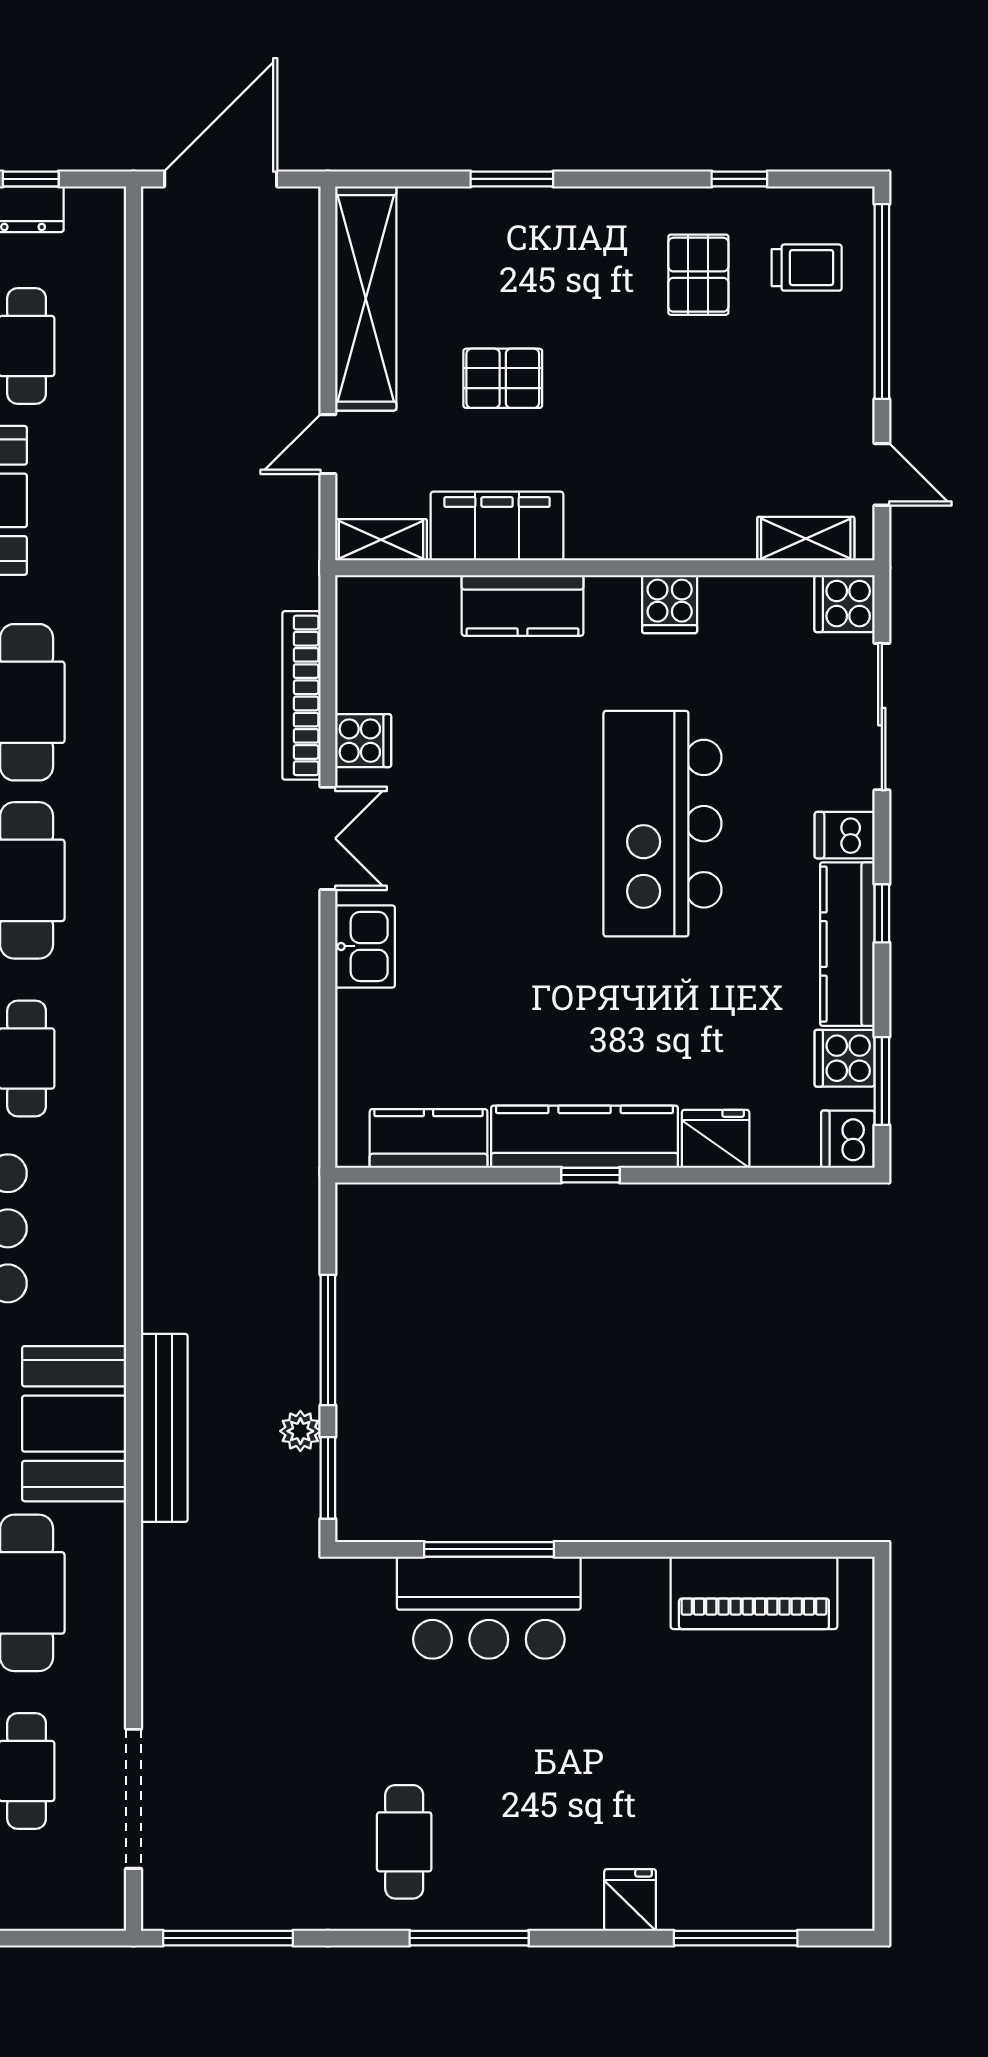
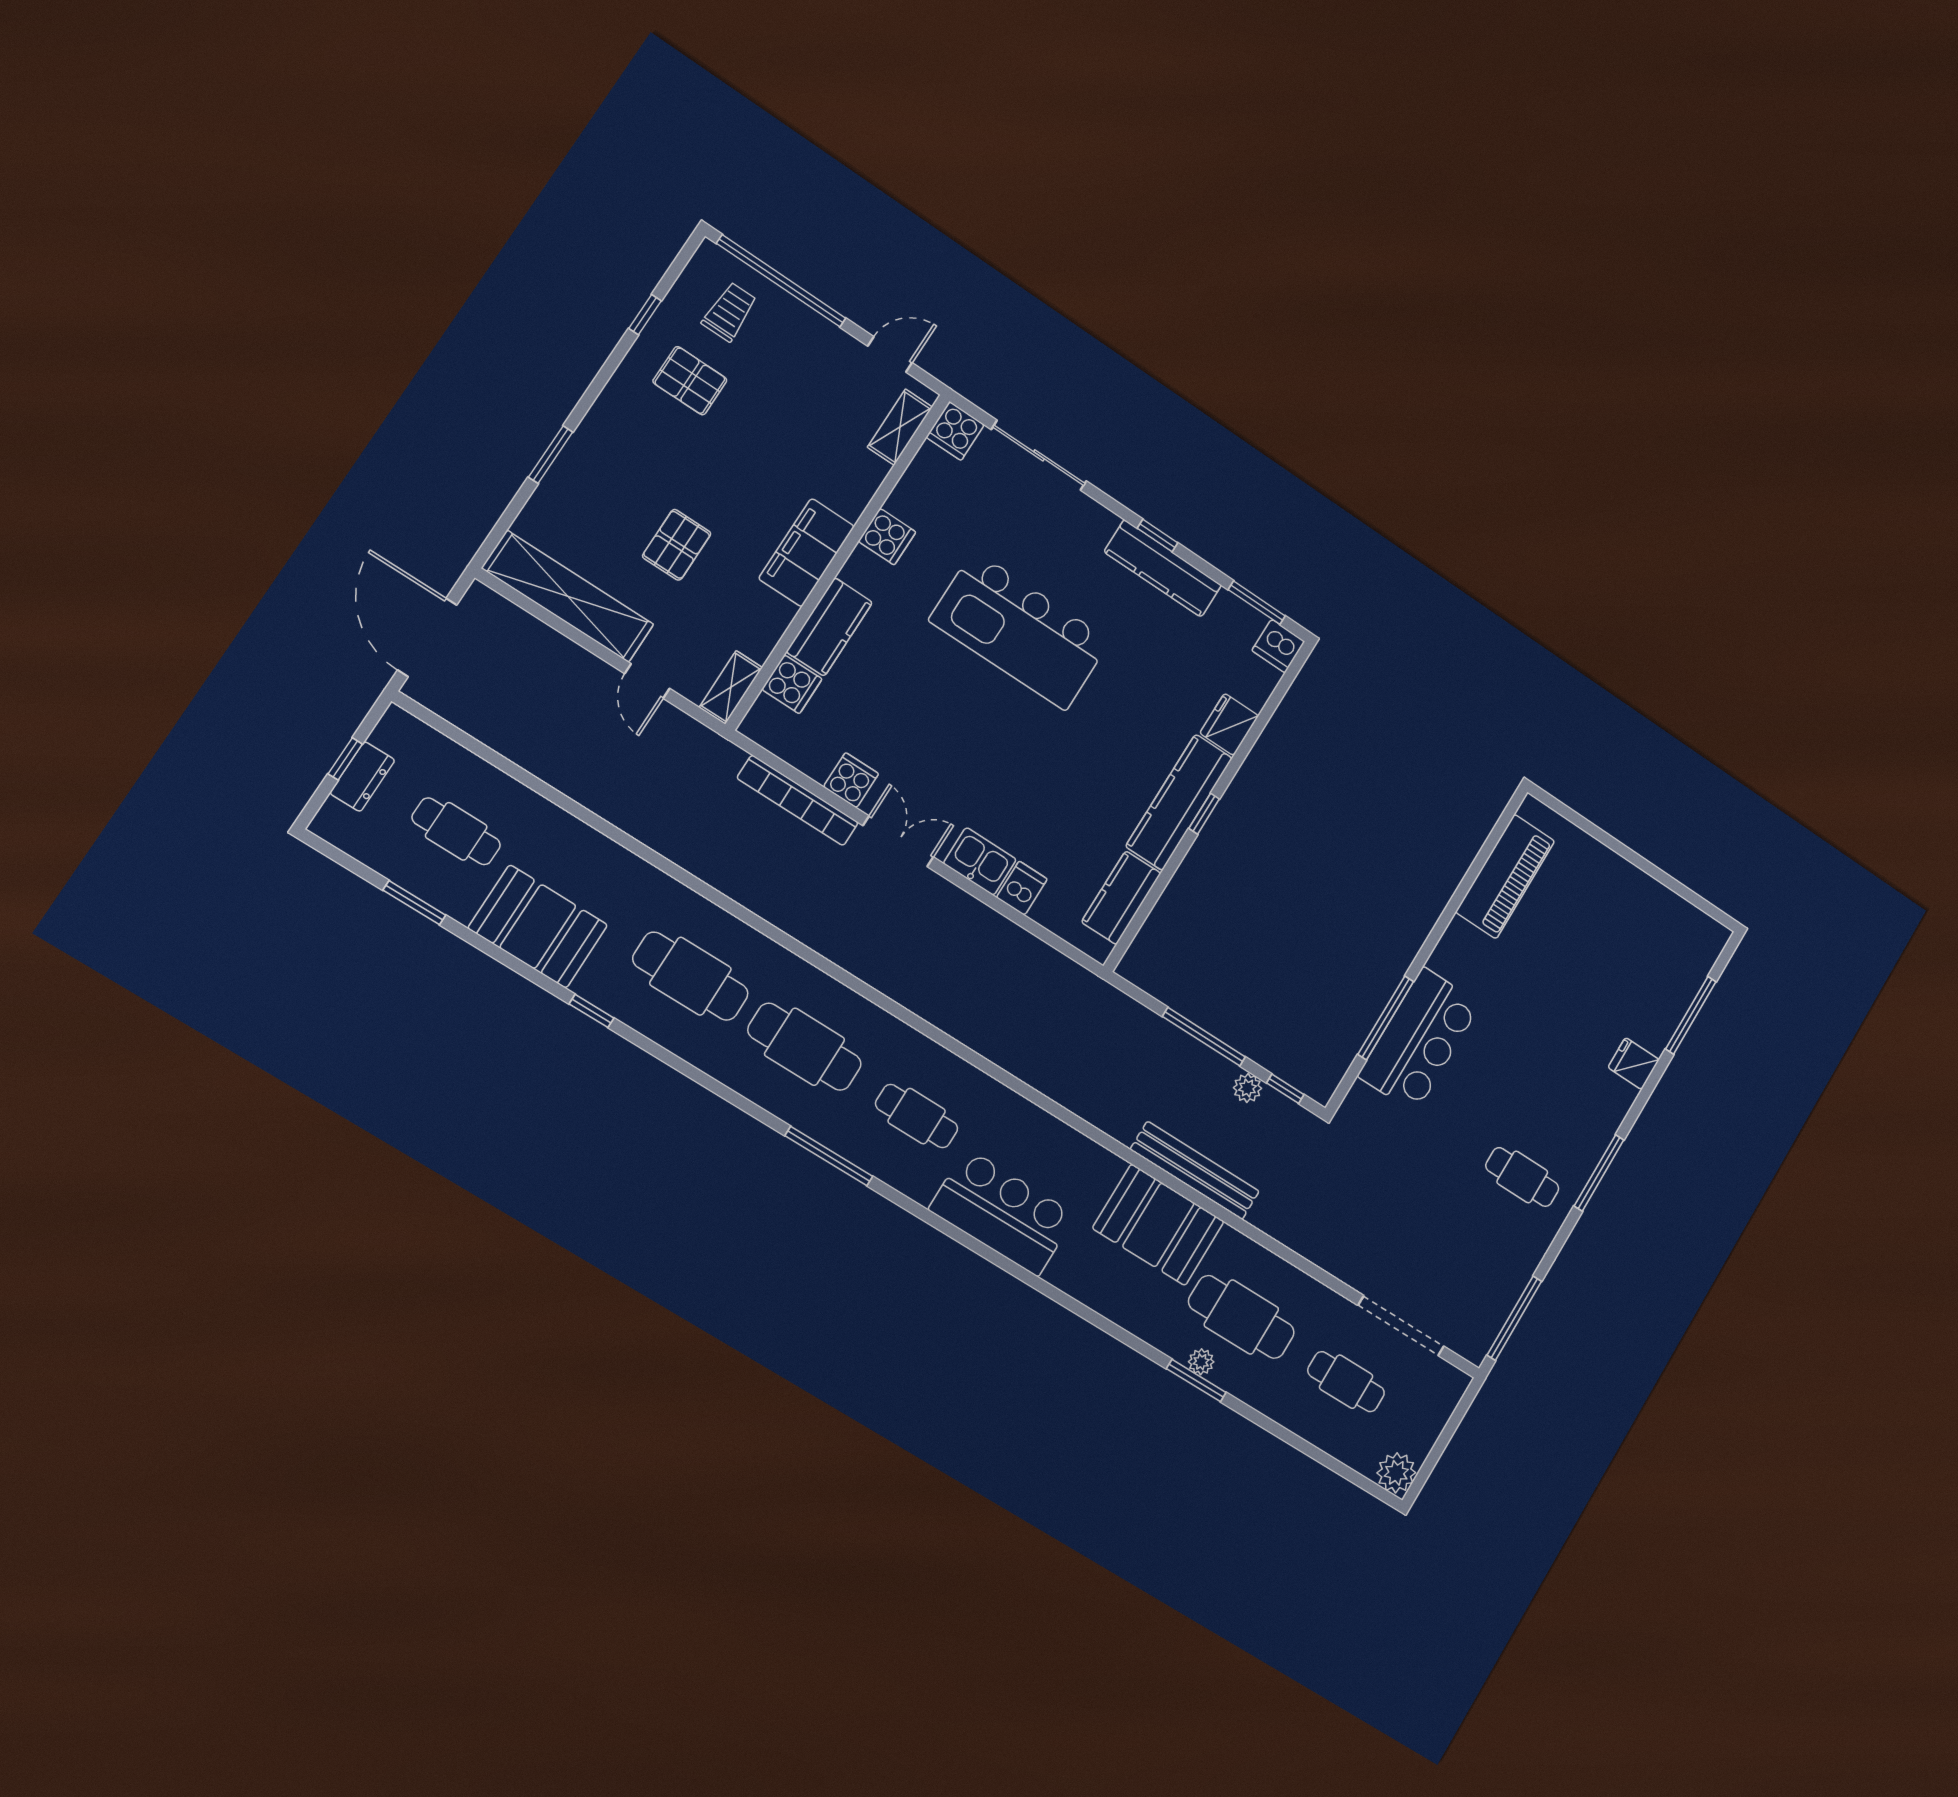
filing cabinet: (497, 526) -> (807, 553), moved
dishwasher: (845, 835) -> (1022, 888), moved, turned 180
cooker: (845, 1058) -> (792, 684), moved, turned -90
window: (328, 1478) -> (1285, 1089), width x0.67

